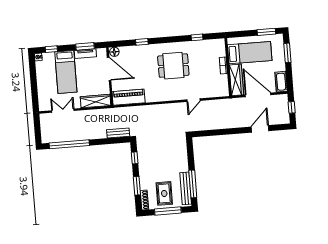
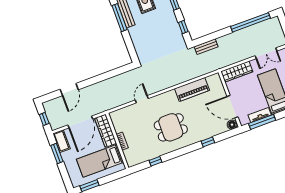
window: (85, 46) -> (262, 122), width x1.44
window: (287, 53) -> (57, 154), moved
door: (258, 95) -> (80, 122), hinge flipped
piano: (129, 97) -> (192, 89), moved

